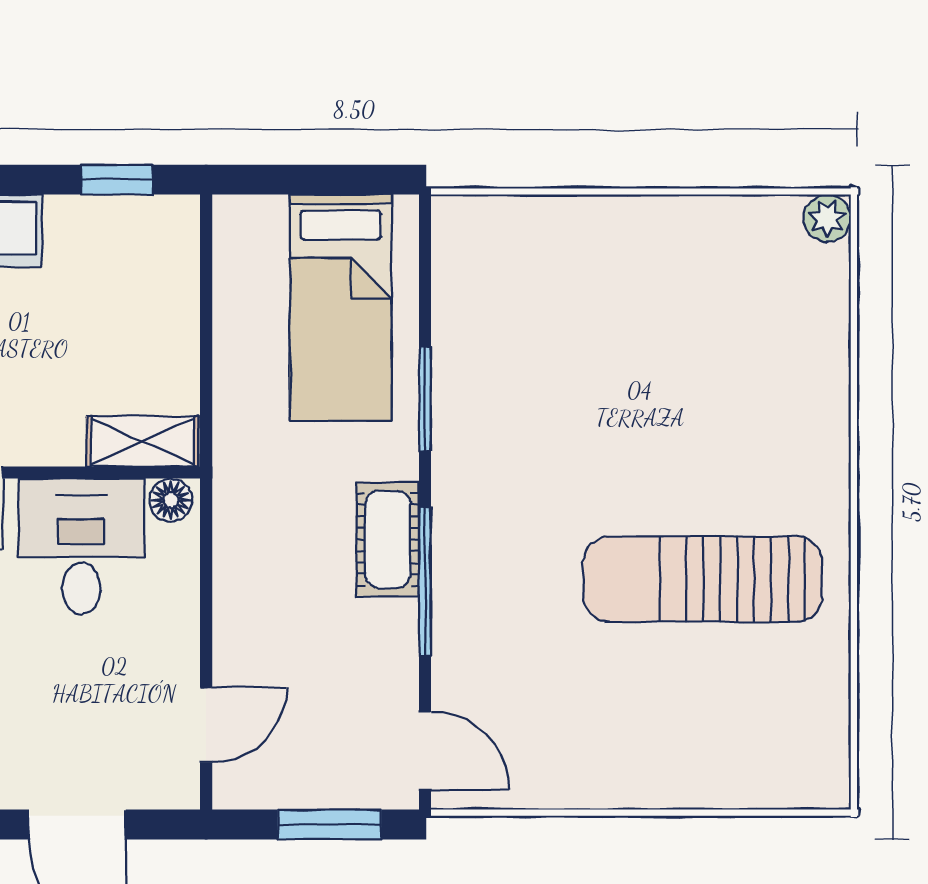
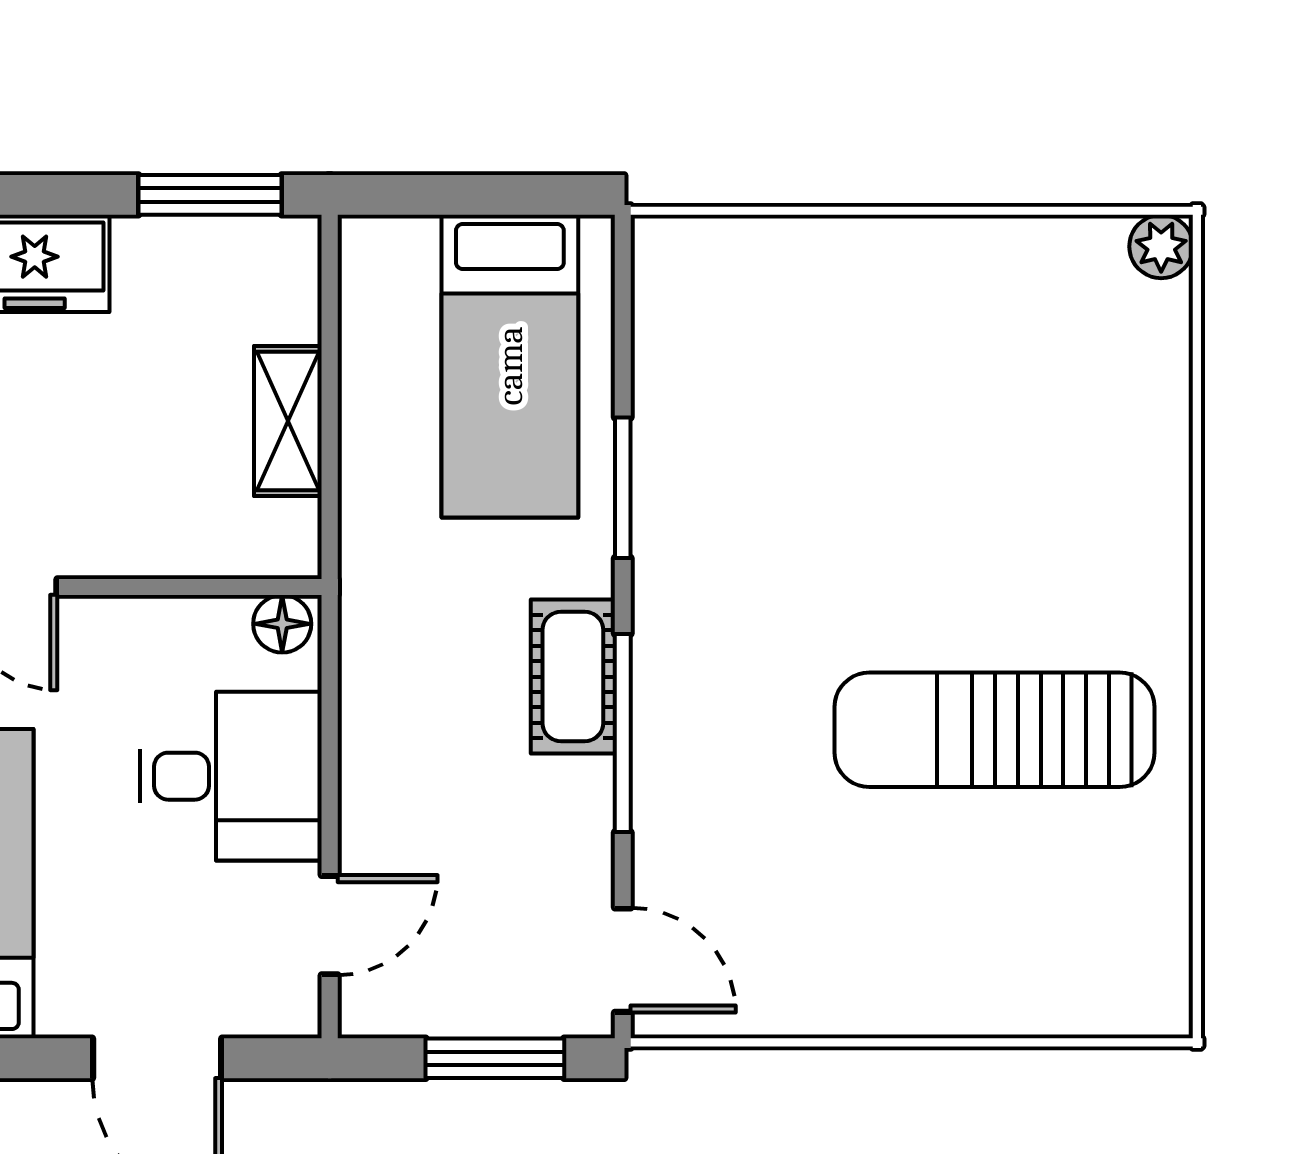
window: (117, 180) -> (210, 195), width x1.50
shelving: (142, 441) -> (288, 421), moved, turned 90
desk: (81, 546) -> (231, 776), moved, turned 90

